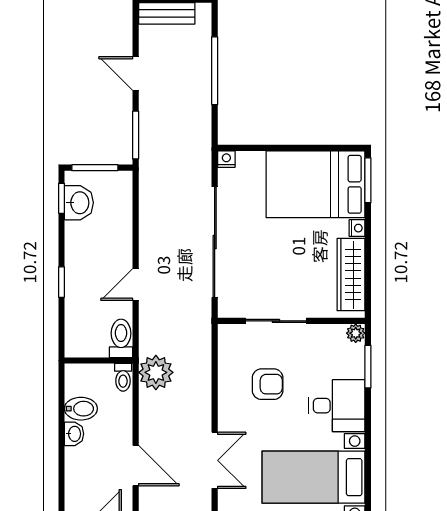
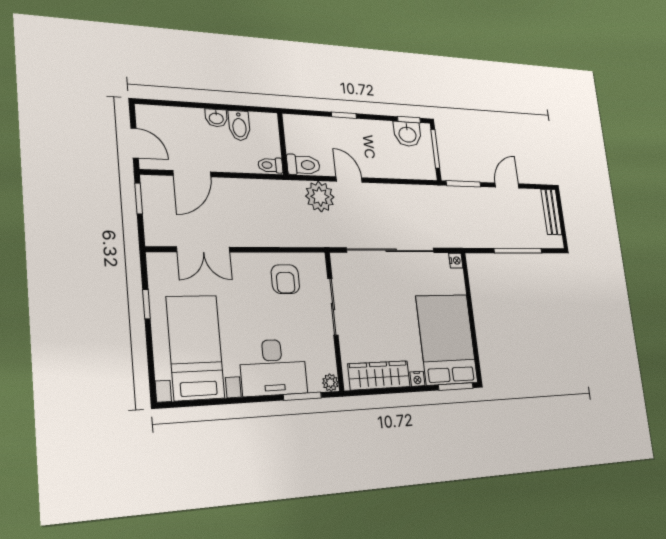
plant: (156, 372) -> (320, 197), moved
armchair: (268, 384) -> (285, 279), moved
desk: (337, 406) -> (273, 367), width x1.37

